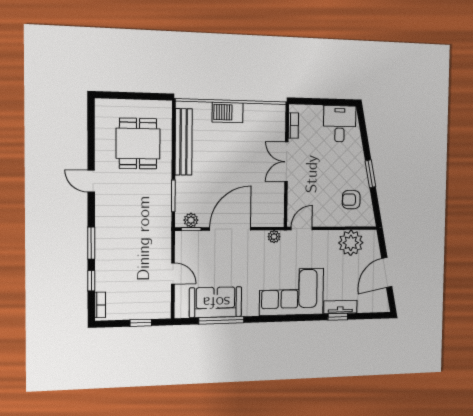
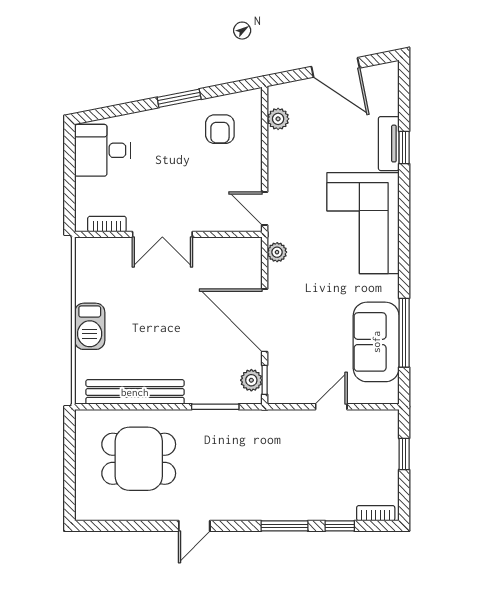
plant: (351, 243) -> (278, 119), width x0.53, depth x0.53

